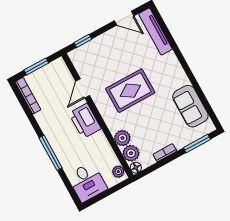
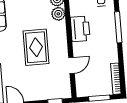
rug: (130, 91) -> (36, 47), turned 90
printer: (85, 121) -> (80, 29), moved

